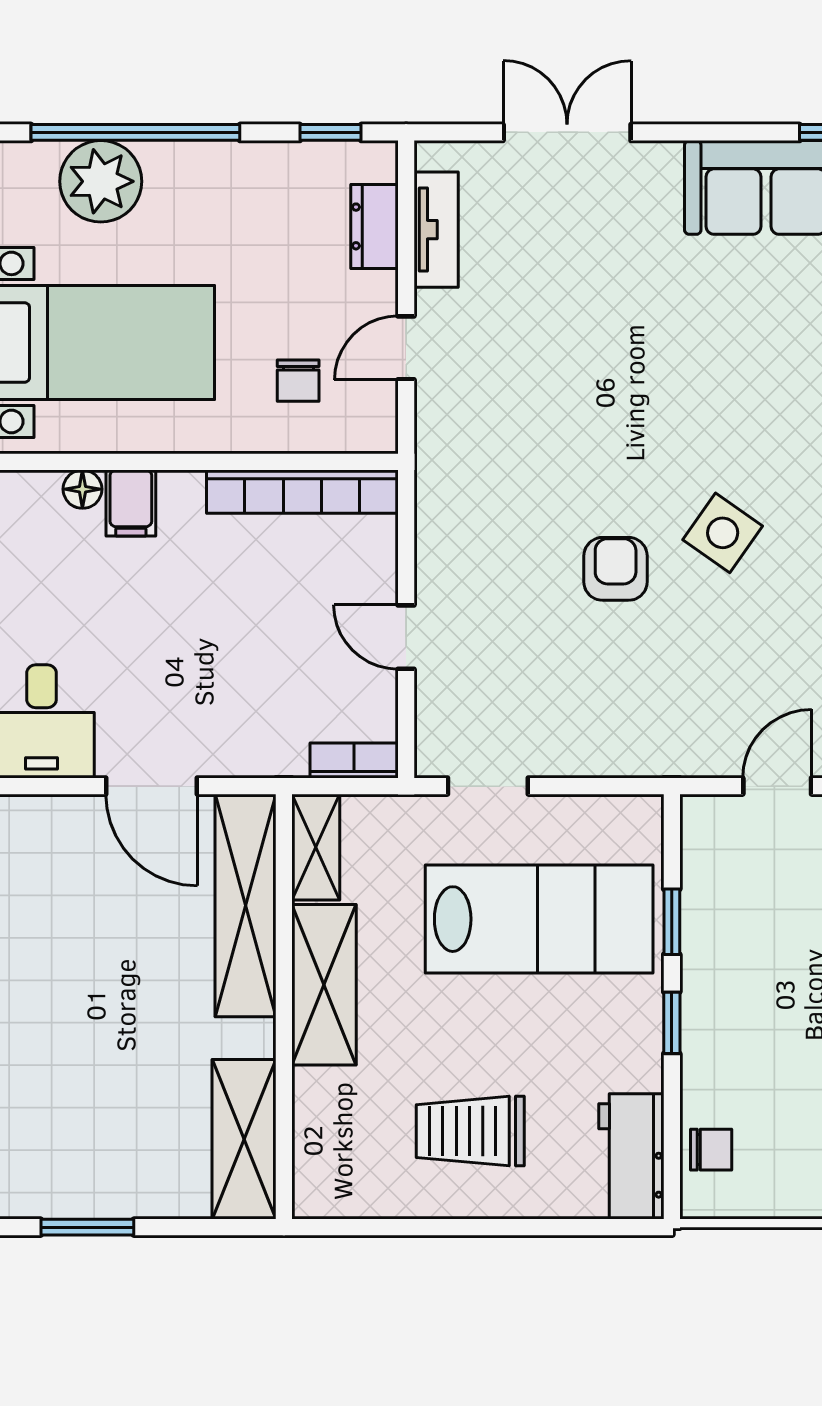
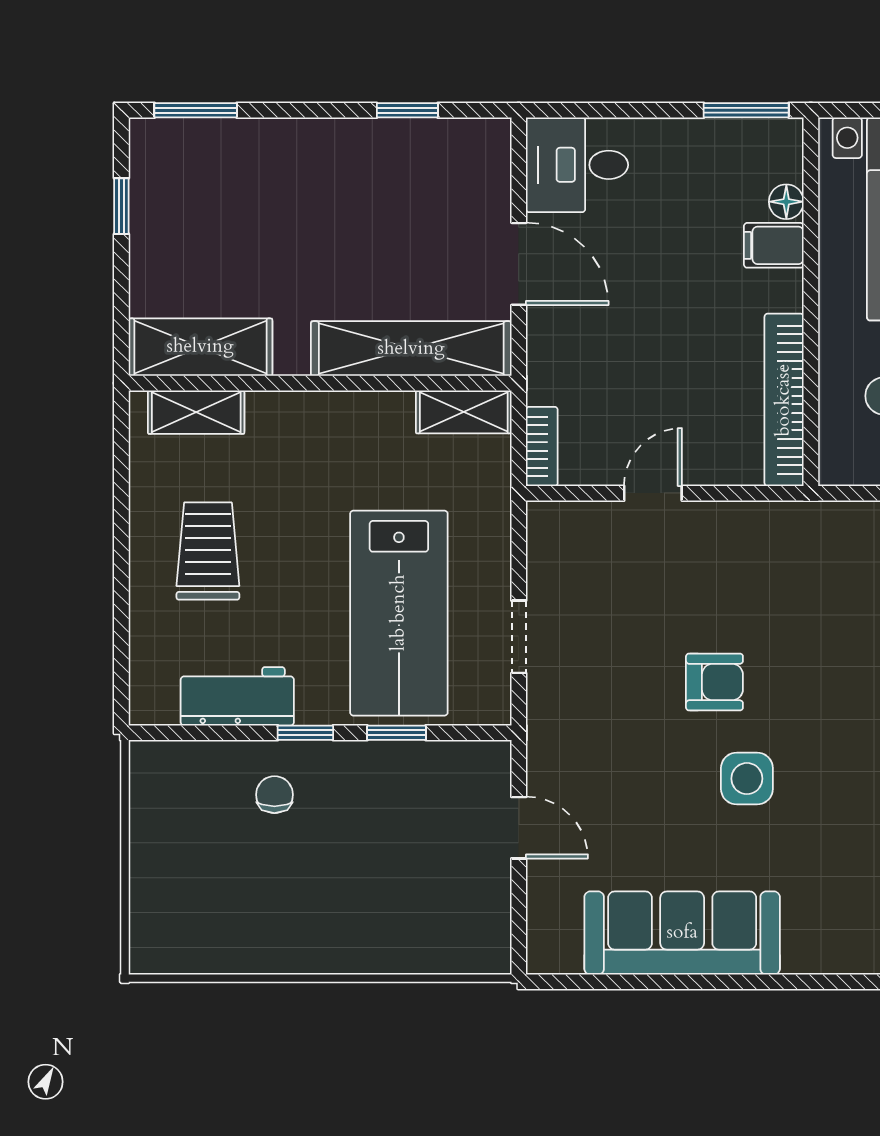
side table: (723, 533) -> (747, 779), turned -35
door: (151, 786) -> (519, 264), swing flipped
doorway: (488, 786) -> (519, 637), moved
shelving: (324, 985) -> (196, 412), moved, width x0.67, depth x0.75
chair: (711, 1150) -> (274, 795), moved, turned 180
workbench: (631, 1156) -> (237, 696), moved
window: (87, 1227) -> (121, 206), width x0.67

